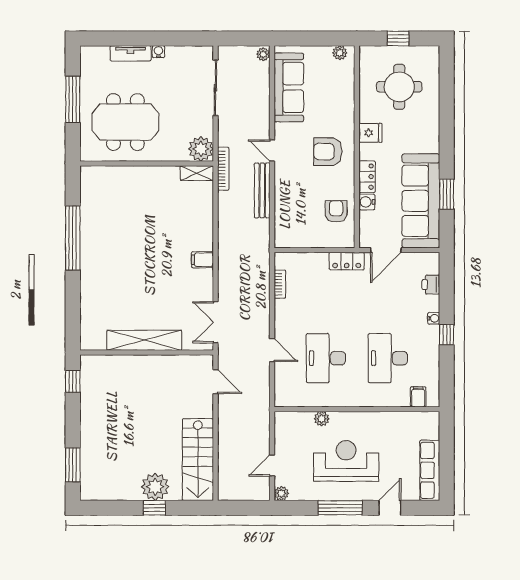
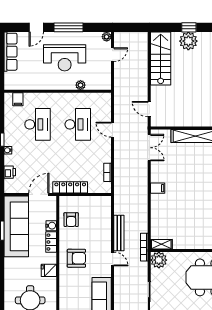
locker: (347, 261) -> (70, 187), width x1.53

